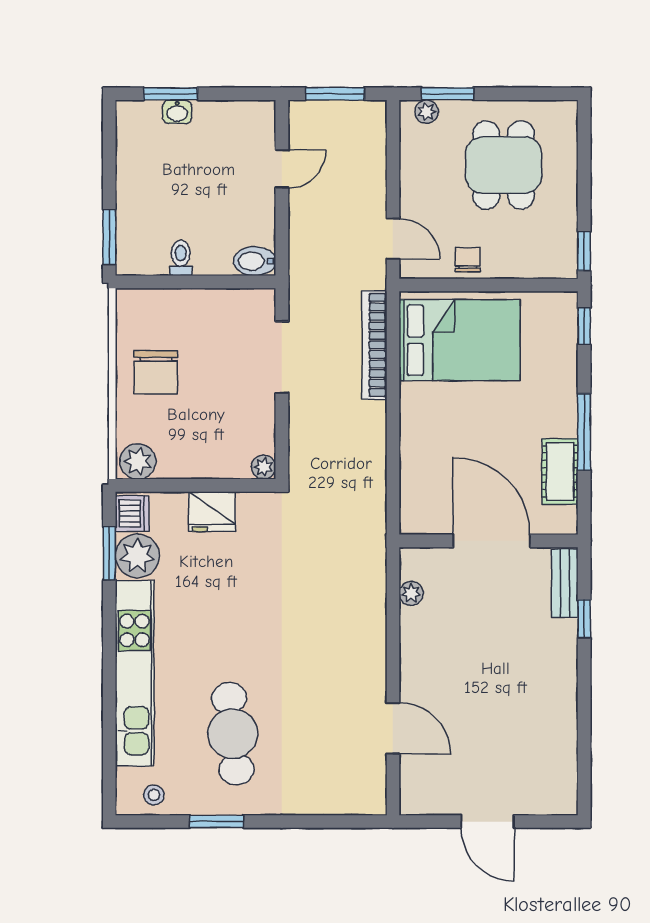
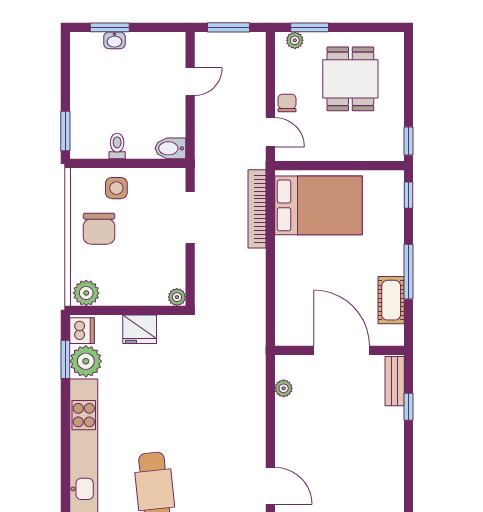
chair: (468, 260) -> (287, 103), moved
side table: (180, 316) -> (116, 188), added

